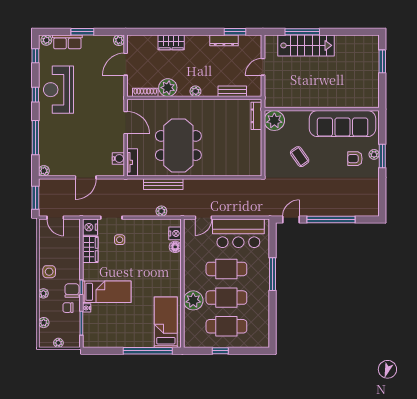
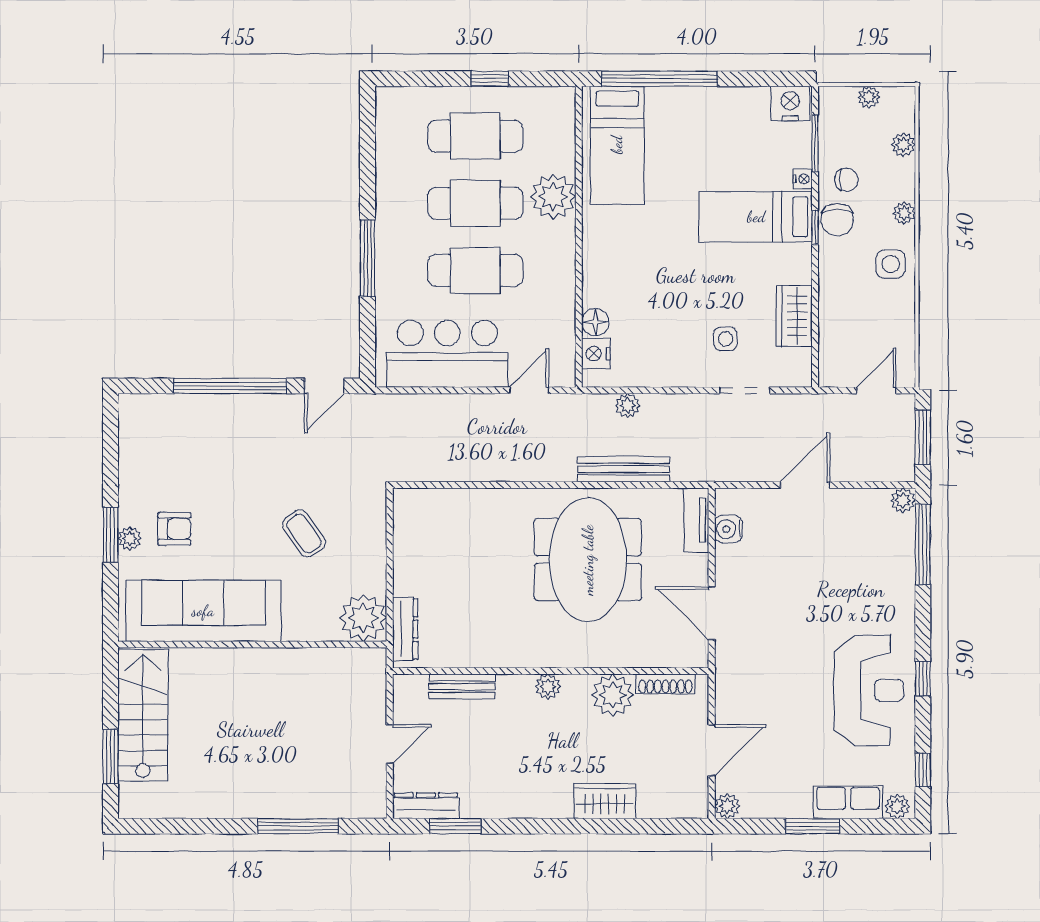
dresser: (224, 40) -> (426, 806), moved
stairs: (306, 45) -> (143, 715), moved, turned 90
window: (35, 138) -> (923, 544), moved
door: (55, 218) -> (876, 390), hinge flipped
nightstand: (90, 227) -> (790, 103), moved, turned -90

